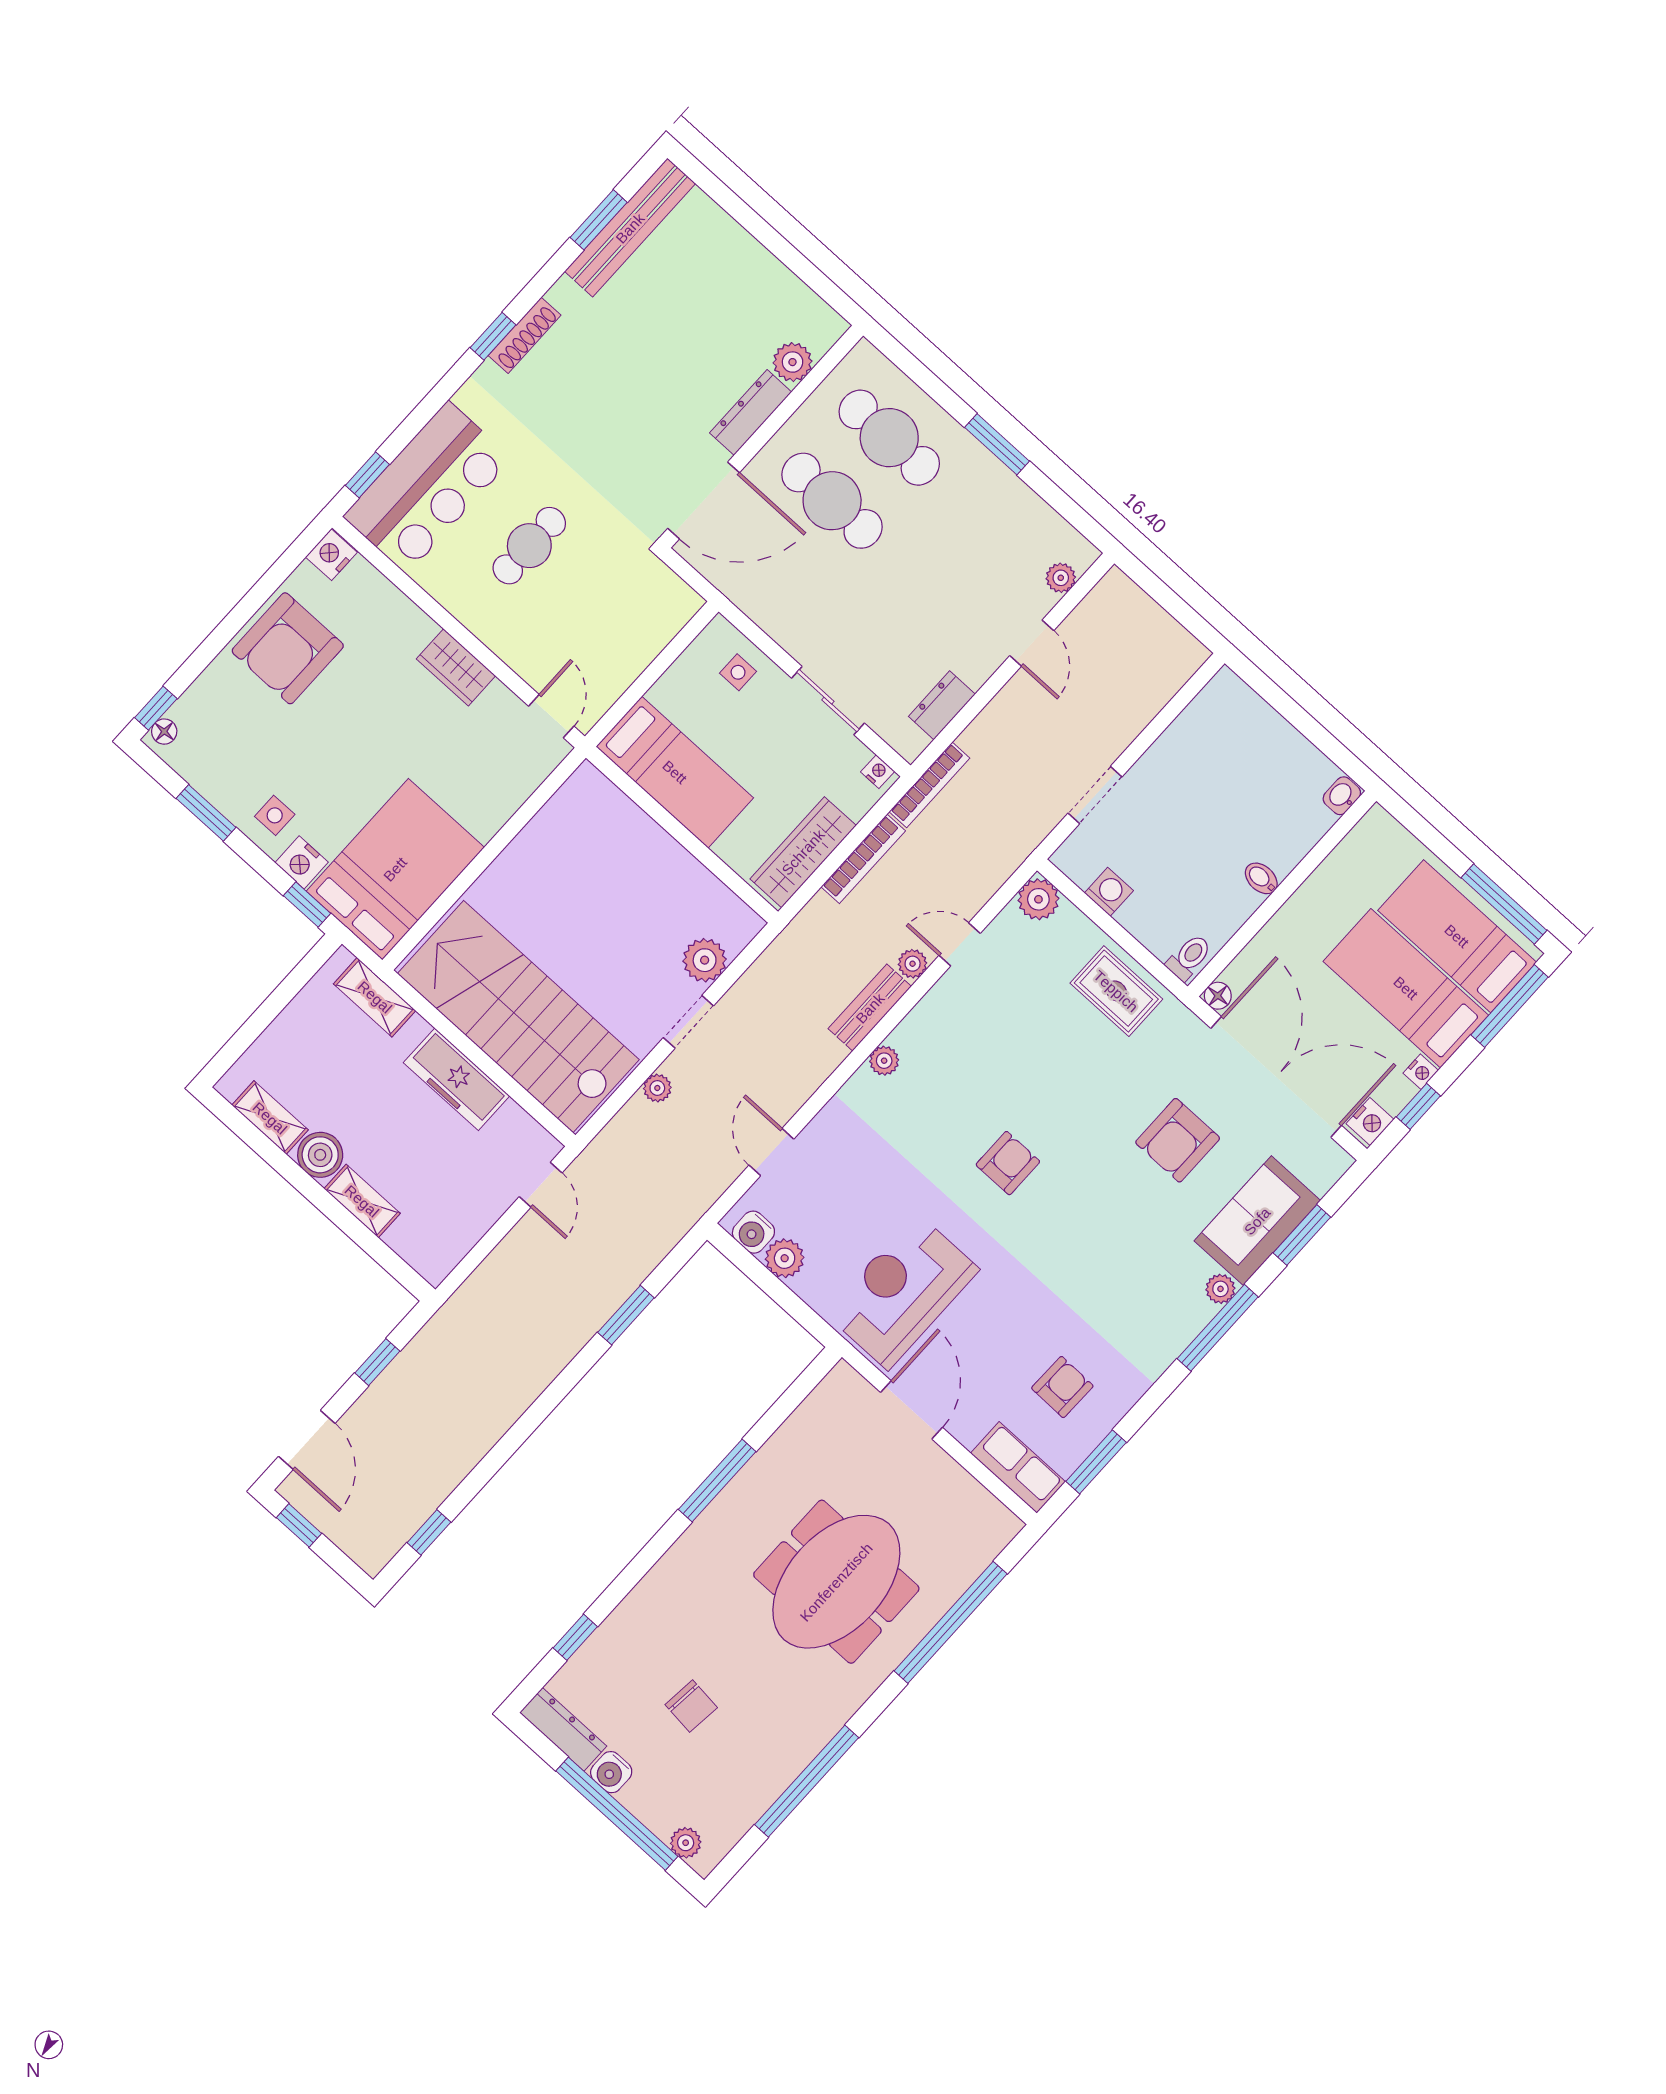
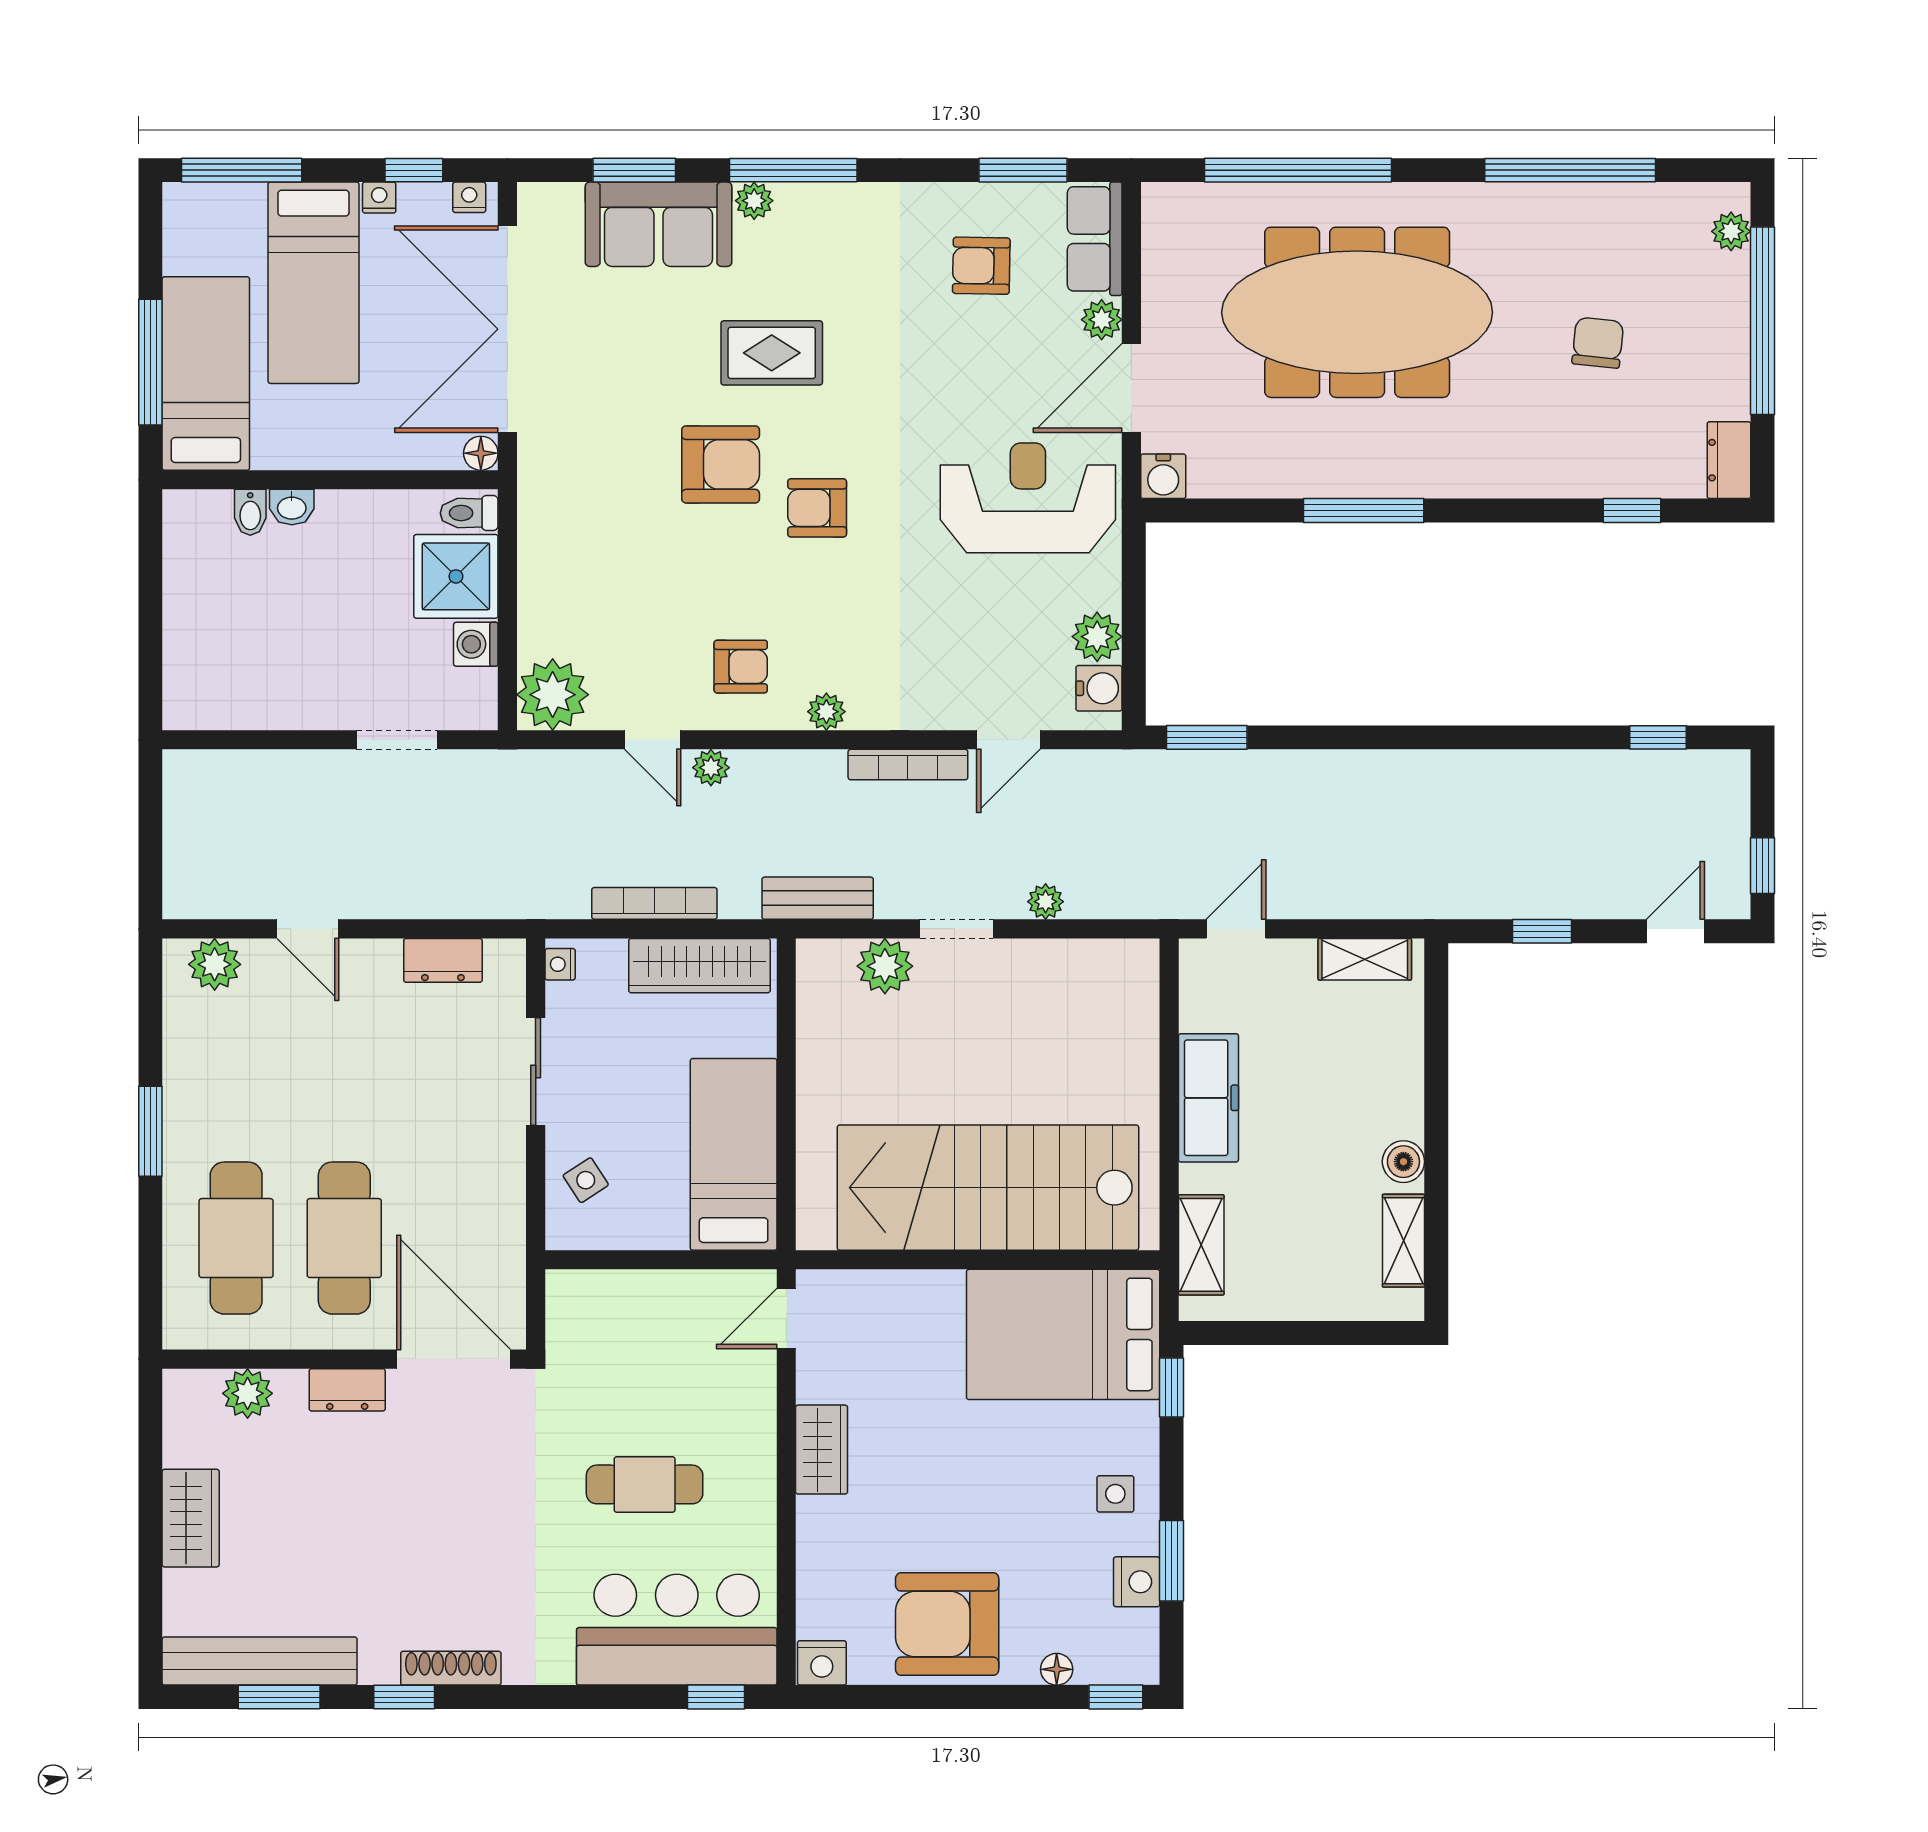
wardrobe: (750, 263) -> (191, 1518), added
window: (493, 336) -> (404, 1697), moved
dresser: (751, 412) -> (347, 1390), width x0.70
plant: (1061, 578) -> (215, 964), width x1.38, depth x1.38
door: (1032, 643) -> (308, 929), swing flipped
armchair: (288, 648) -> (947, 1624), turned 180
side table: (738, 672) -> (586, 1180), turned -33
floor lamp: (164, 732) -> (1057, 1669), moved
bookcase: (929, 785) -> (908, 765), moved, turned 180
washbasin: (1342, 796) -> (292, 507), moved
nightstand: (302, 862) -> (1137, 1582), moved
bidet: (1261, 878) -> (250, 512), moved
plant: (1038, 899) -> (553, 695), width x1.36, depth x1.36
window: (1504, 904) -> (150, 362), moved
shower: (1159, 916) -> (456, 576), added
bed: (1457, 936) -> (206, 373), moved, turned 180
rug: (1116, 991) -> (772, 353), moved, turned 90
bench: (870, 1008) -> (818, 898), moved
stairs: (518, 1017) -> (988, 1188), moved, turned 90
armchair: (956, 1034) -> (741, 667), added
nightstand: (1370, 1122) -> (469, 197), width x0.72, depth x0.74
armchair: (1178, 1140) -> (721, 464), moved
boiler: (320, 1155) -> (1403, 1162), width x0.73, depth x0.73
shelving: (362, 1201) -> (1365, 959), moved, turned 90
reception desk: (902, 1291) -> (1028, 498), turned 180
window: (626, 1315) -> (1207, 737), moved
plant: (967, 1429) -> (1102, 320), added
door: (307, 1440) -> (1675, 931), width x0.73
meeting table: (836, 1582) -> (1357, 312), width x1.36
dresser: (563, 1729) -> (1729, 460), width x0.70
water cooler: (611, 1772) -> (1163, 476), moved, turned 90

